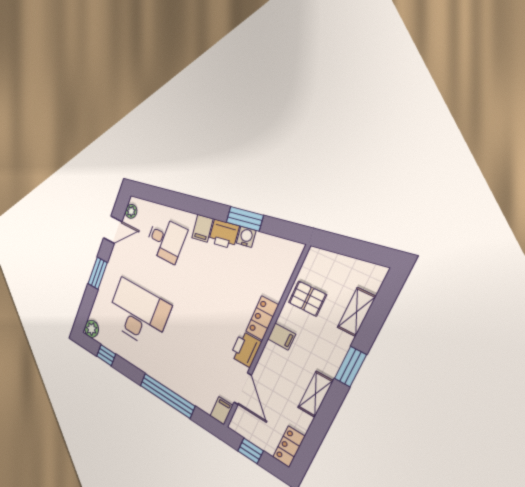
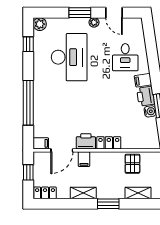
plant: (131, 211) -> (94, 22), moved
filing cabinet: (282, 337) -> (84, 159), moved

